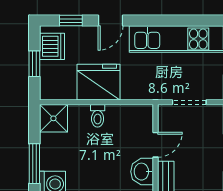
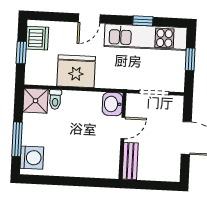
window: (71, 21) -> (143, 21), moved
toilet: (98, 116) -> (55, 99), moved
washbasin: (142, 172) -> (112, 104), moved

